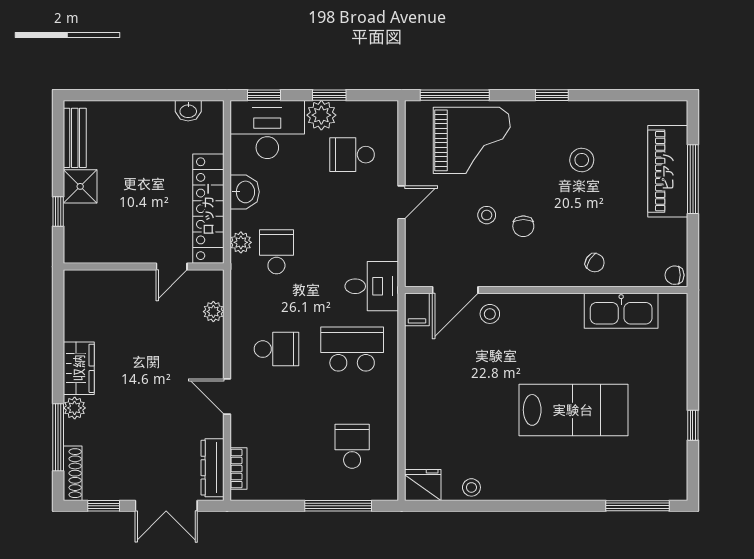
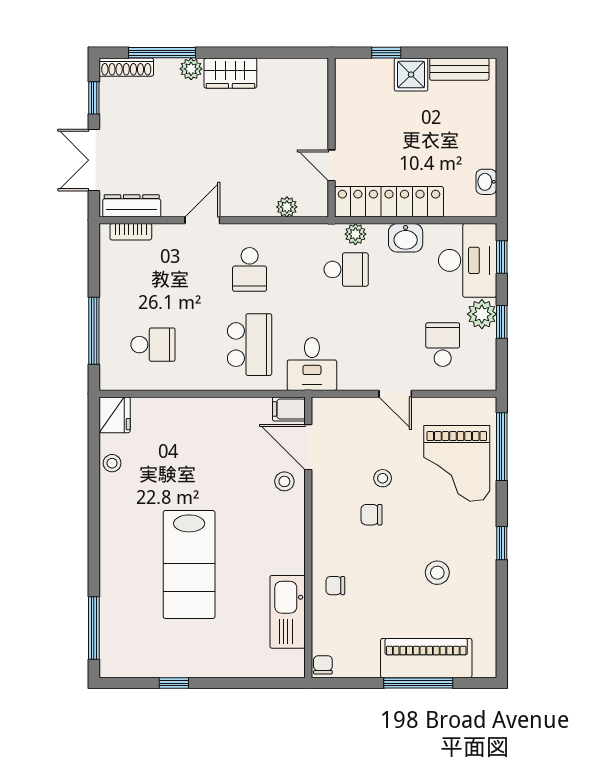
chair: (595, 263) -> (335, 586), turned 58

